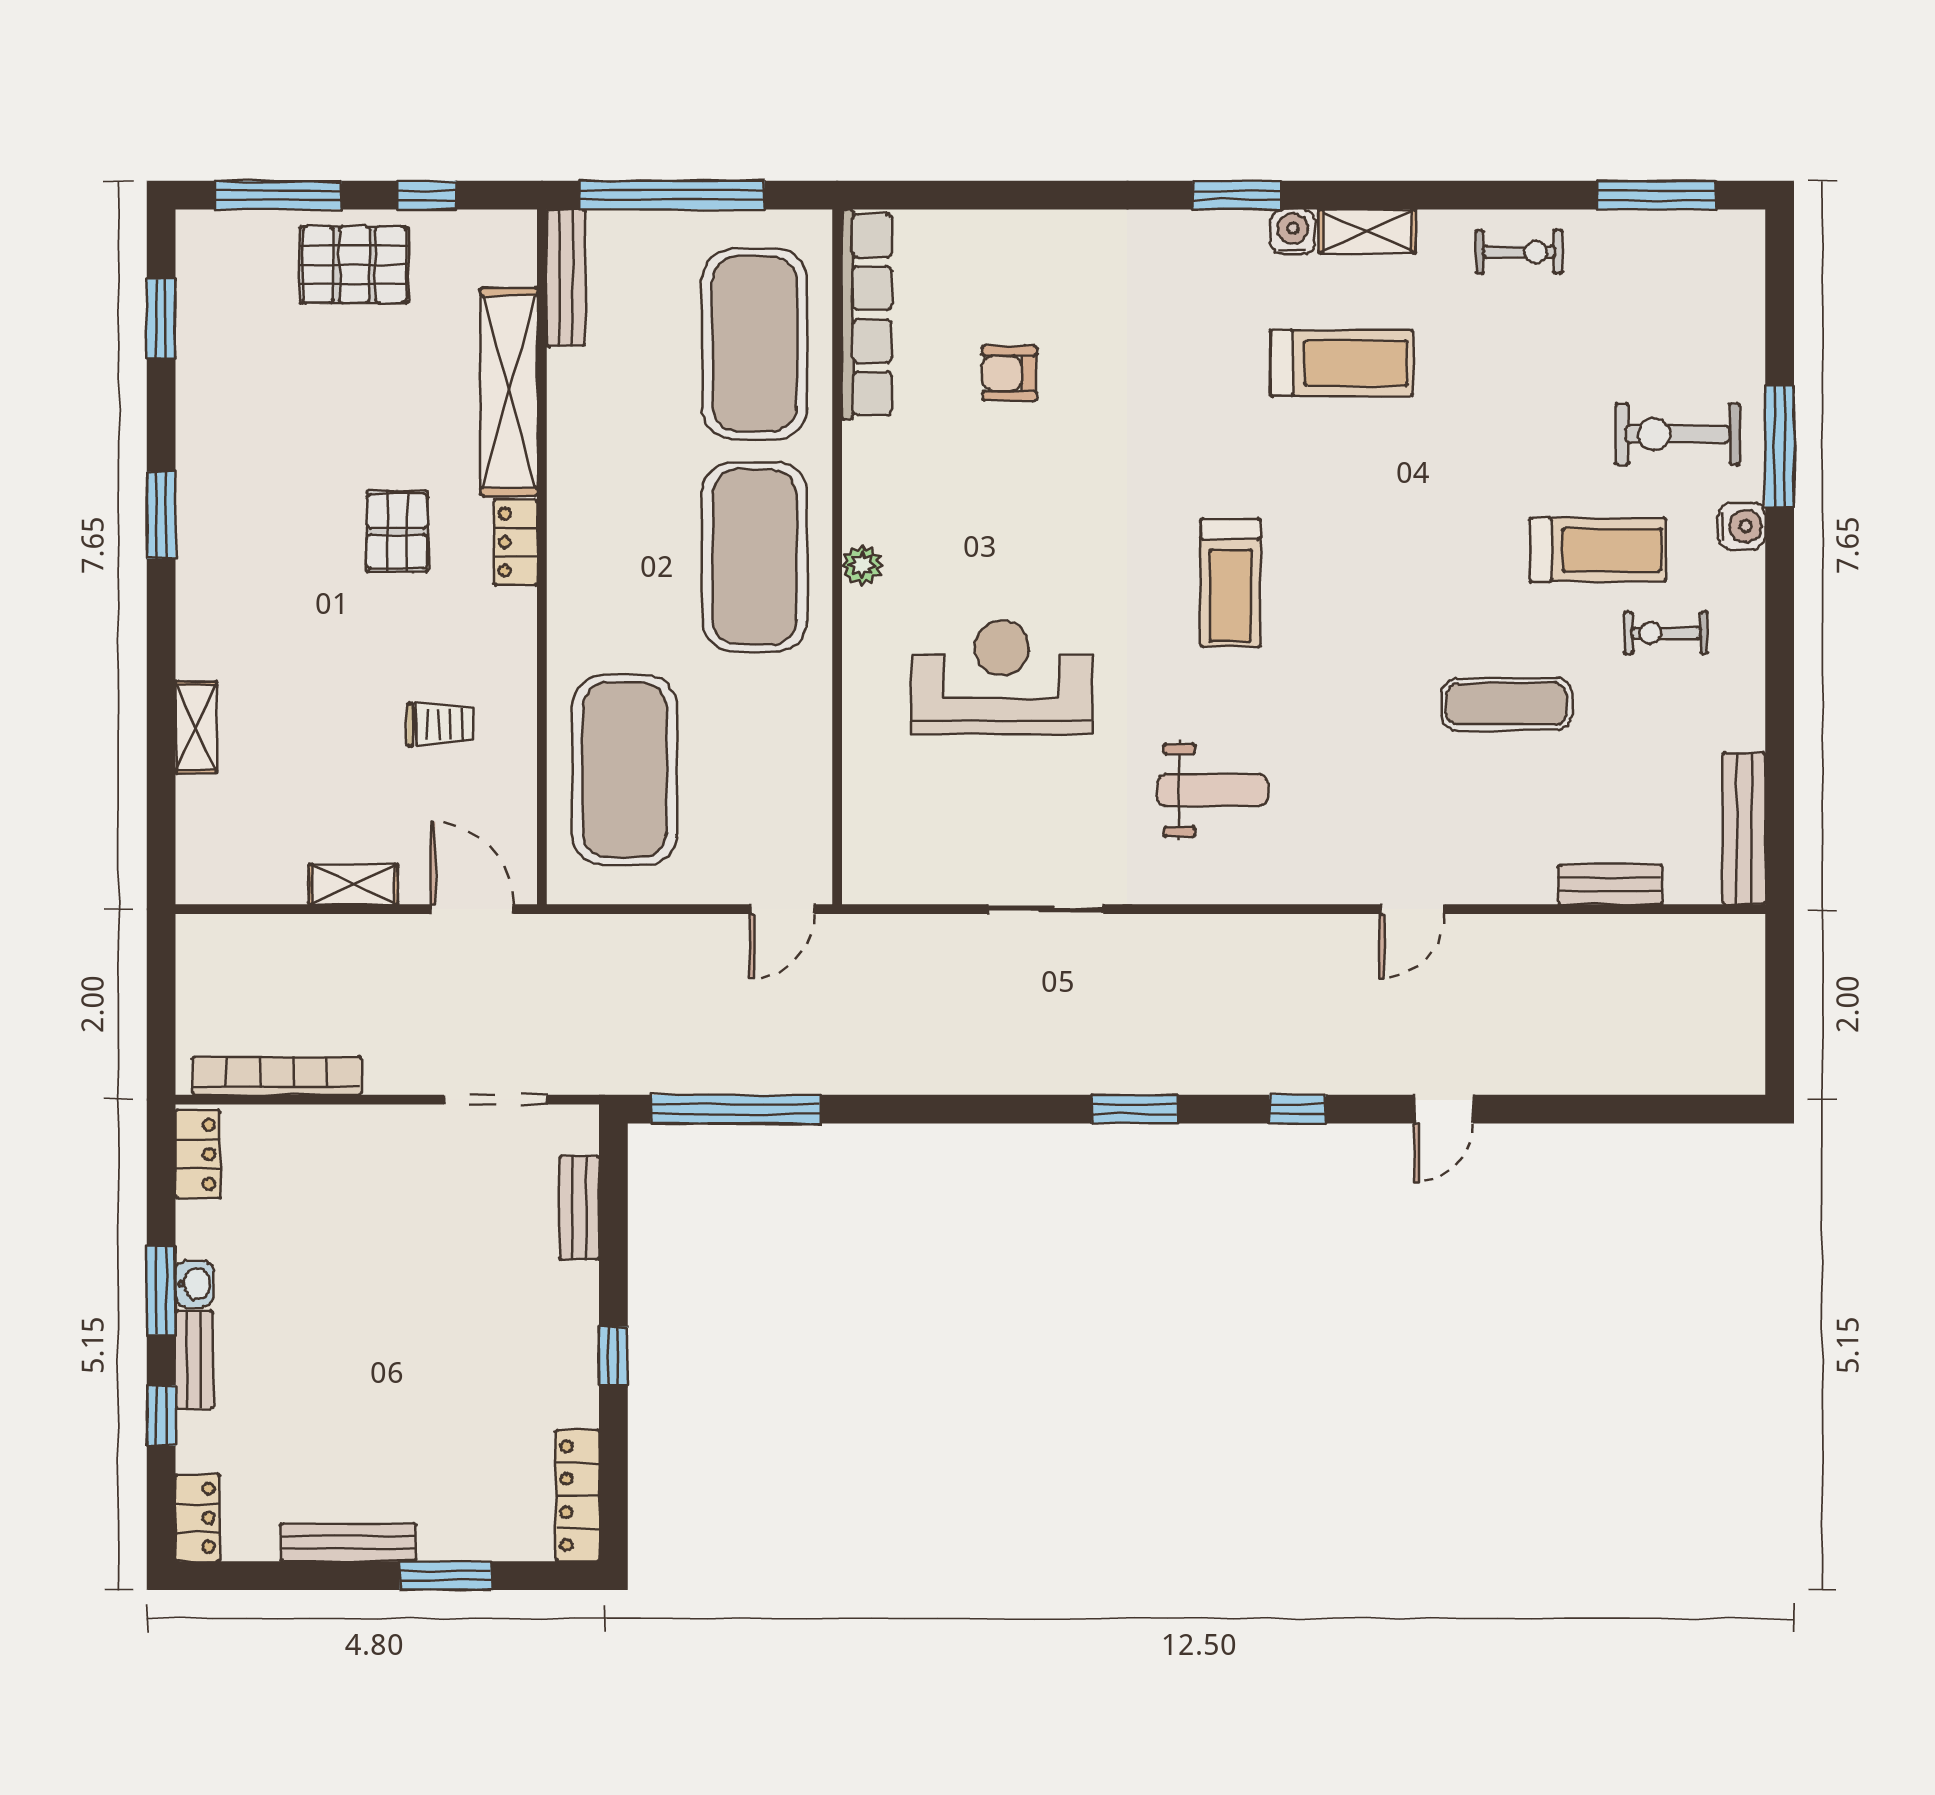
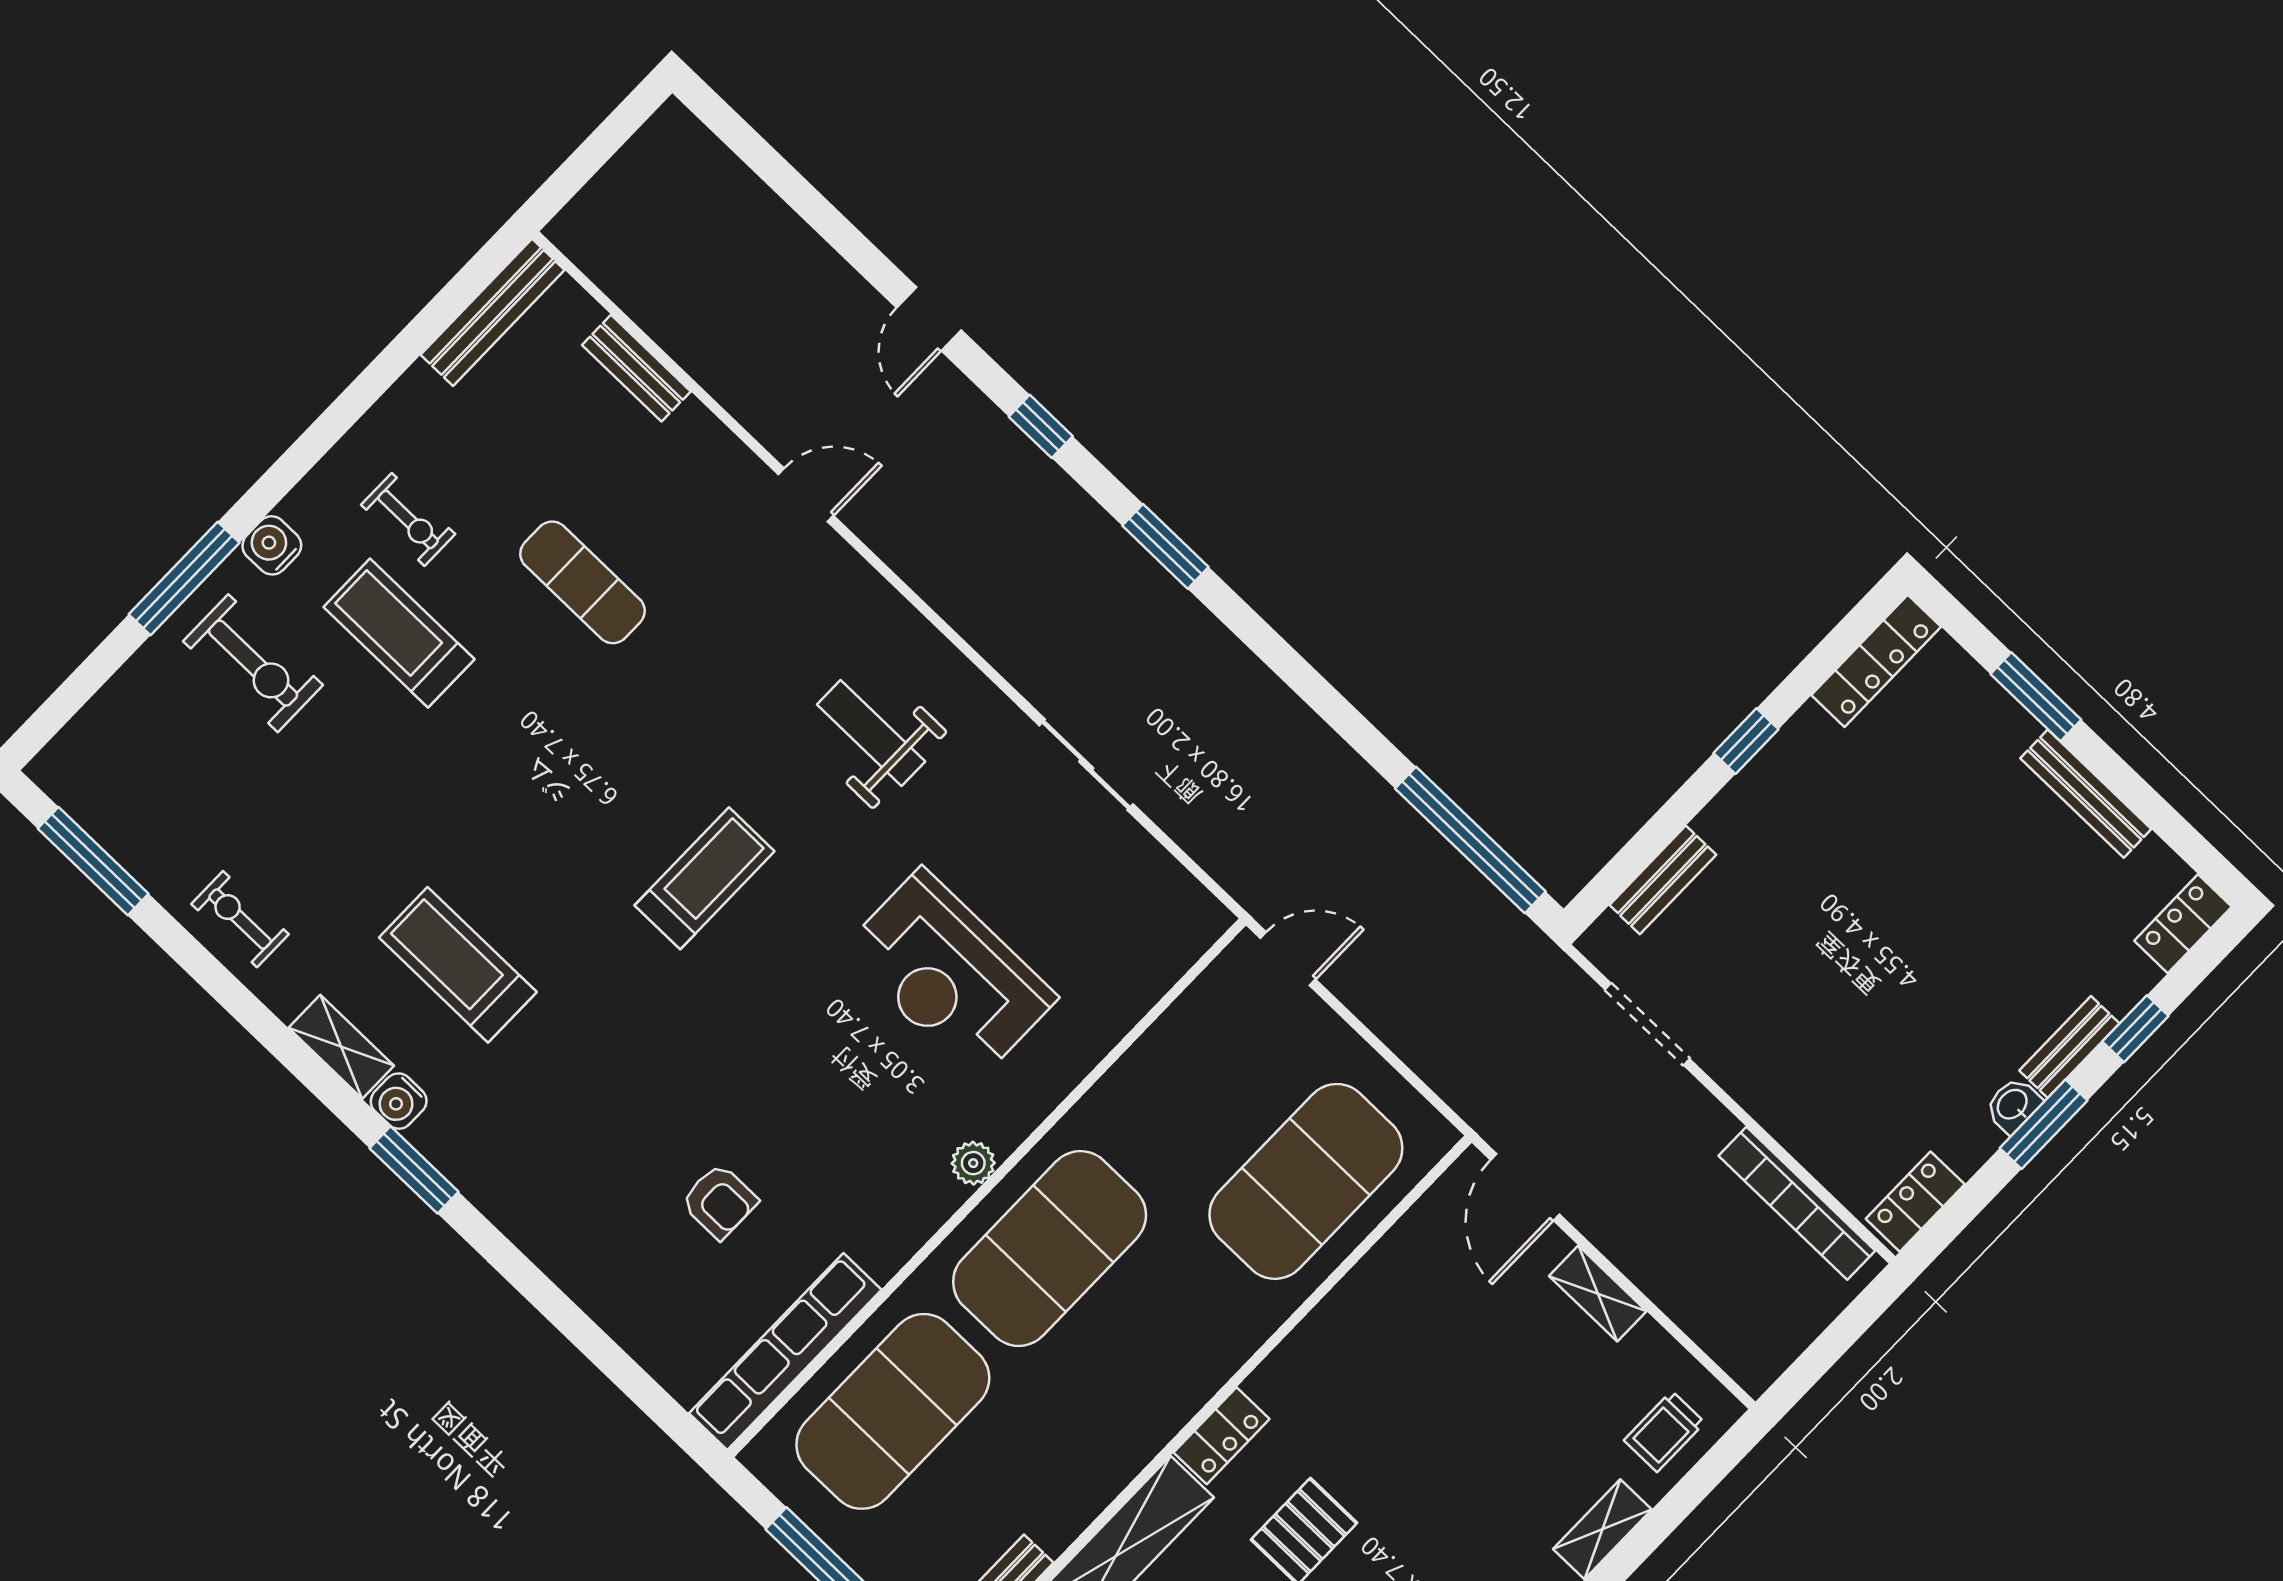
trolley: (440, 725) -> (1664, 1431), moved, turned -90
door: (1444, 1109) -> (929, 319), swing flipped

